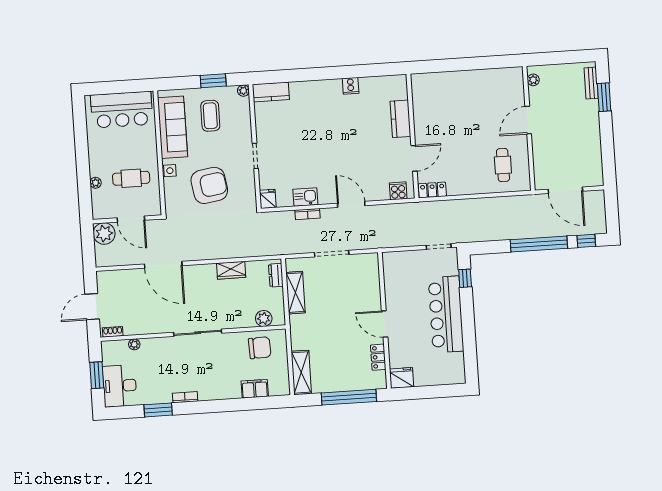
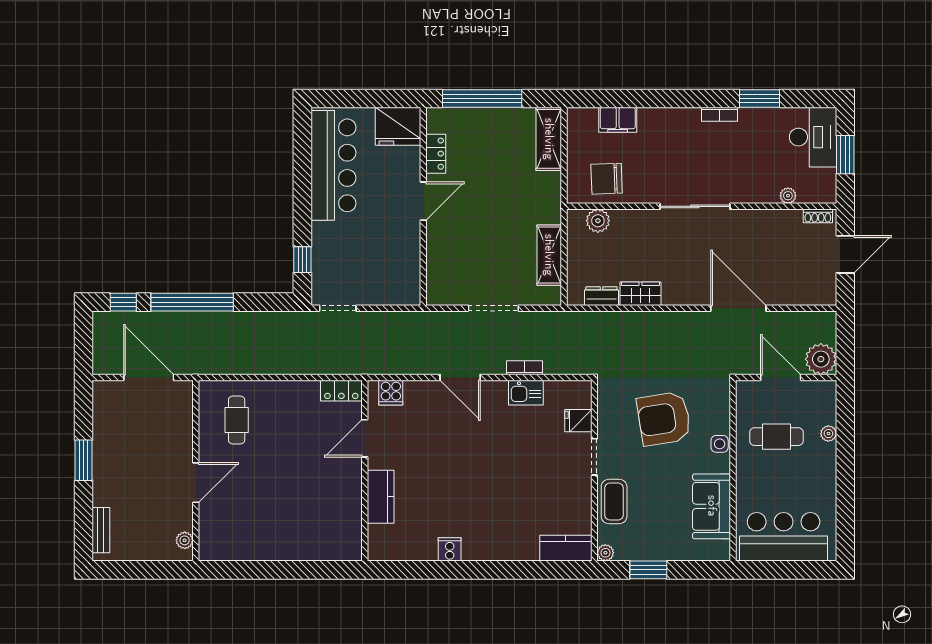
window: (604, 97) -> (84, 460), moved
coffee table: (210, 116) -> (614, 501), moved
sofa: (173, 127) -> (712, 506), width x0.73
fridge: (268, 199) -> (578, 421), moved, turned 90
dresser: (276, 275) -> (601, 296), moved, turned -90
bar counter: (446, 314) -> (333, 165), moved
door: (385, 324) -> (423, 201), hinge flipped
fridge: (401, 378) -> (398, 126), width x1.36, depth x1.34

